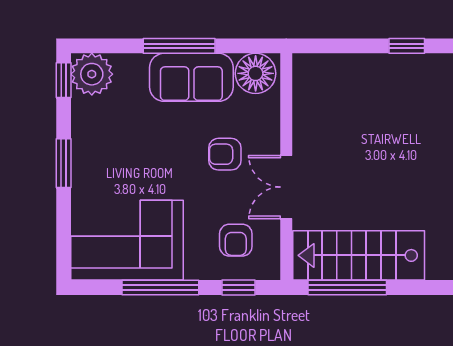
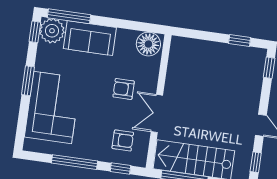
window: (179, 46) -> (69, 16), moved
sofa: (191, 77) -> (90, 38), moved
corner sofa: (127, 240) -> (53, 108), moved, turned 90
armchair: (236, 240) -> (123, 140), turned -90

